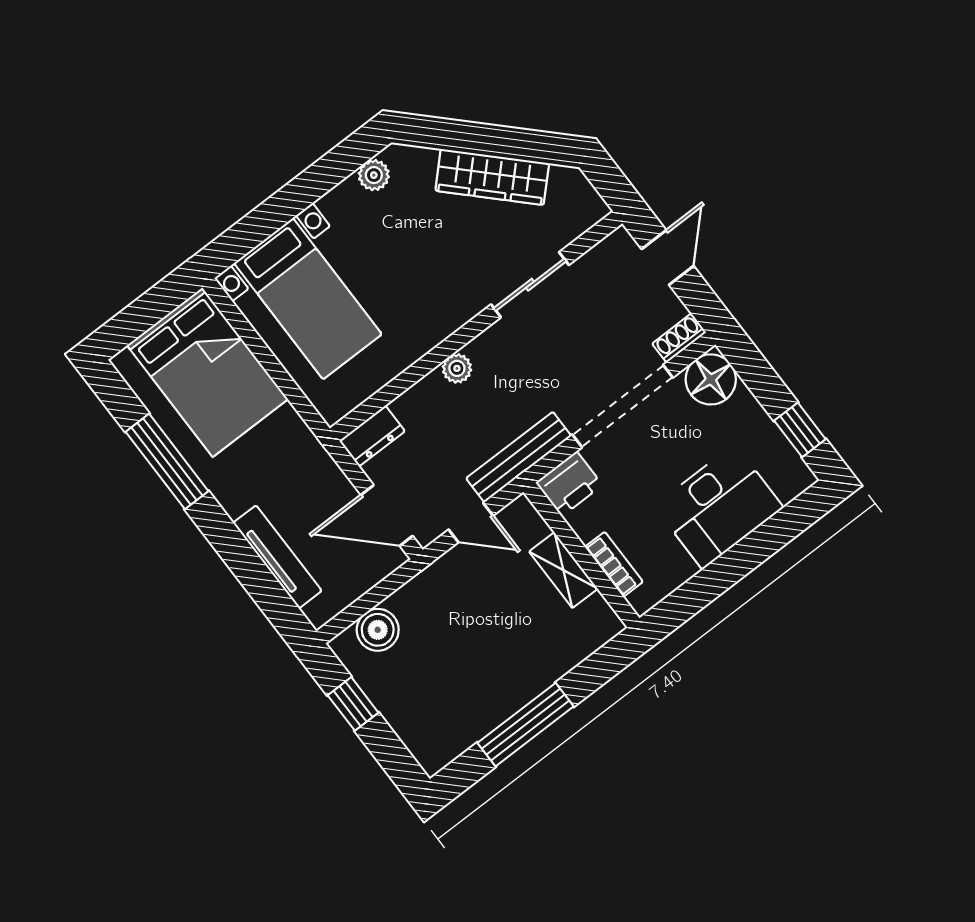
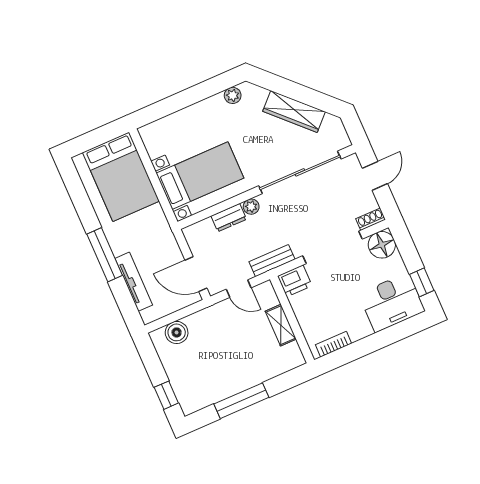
sliding door: (530, 285) -> (300, 172), width x1.86
bed with nightstands: (308, 299) -> (200, 176), moved, turned -90
dresser: (372, 436) -> (229, 218), moved
bench: (519, 457) -> (272, 261), width x0.73
window: (167, 461) -> (105, 255), moved
desk: (719, 507) -> (392, 302), moved
bookcase: (614, 564) -> (334, 344), moved, turned -90
window: (353, 704) -> (166, 395), moved

